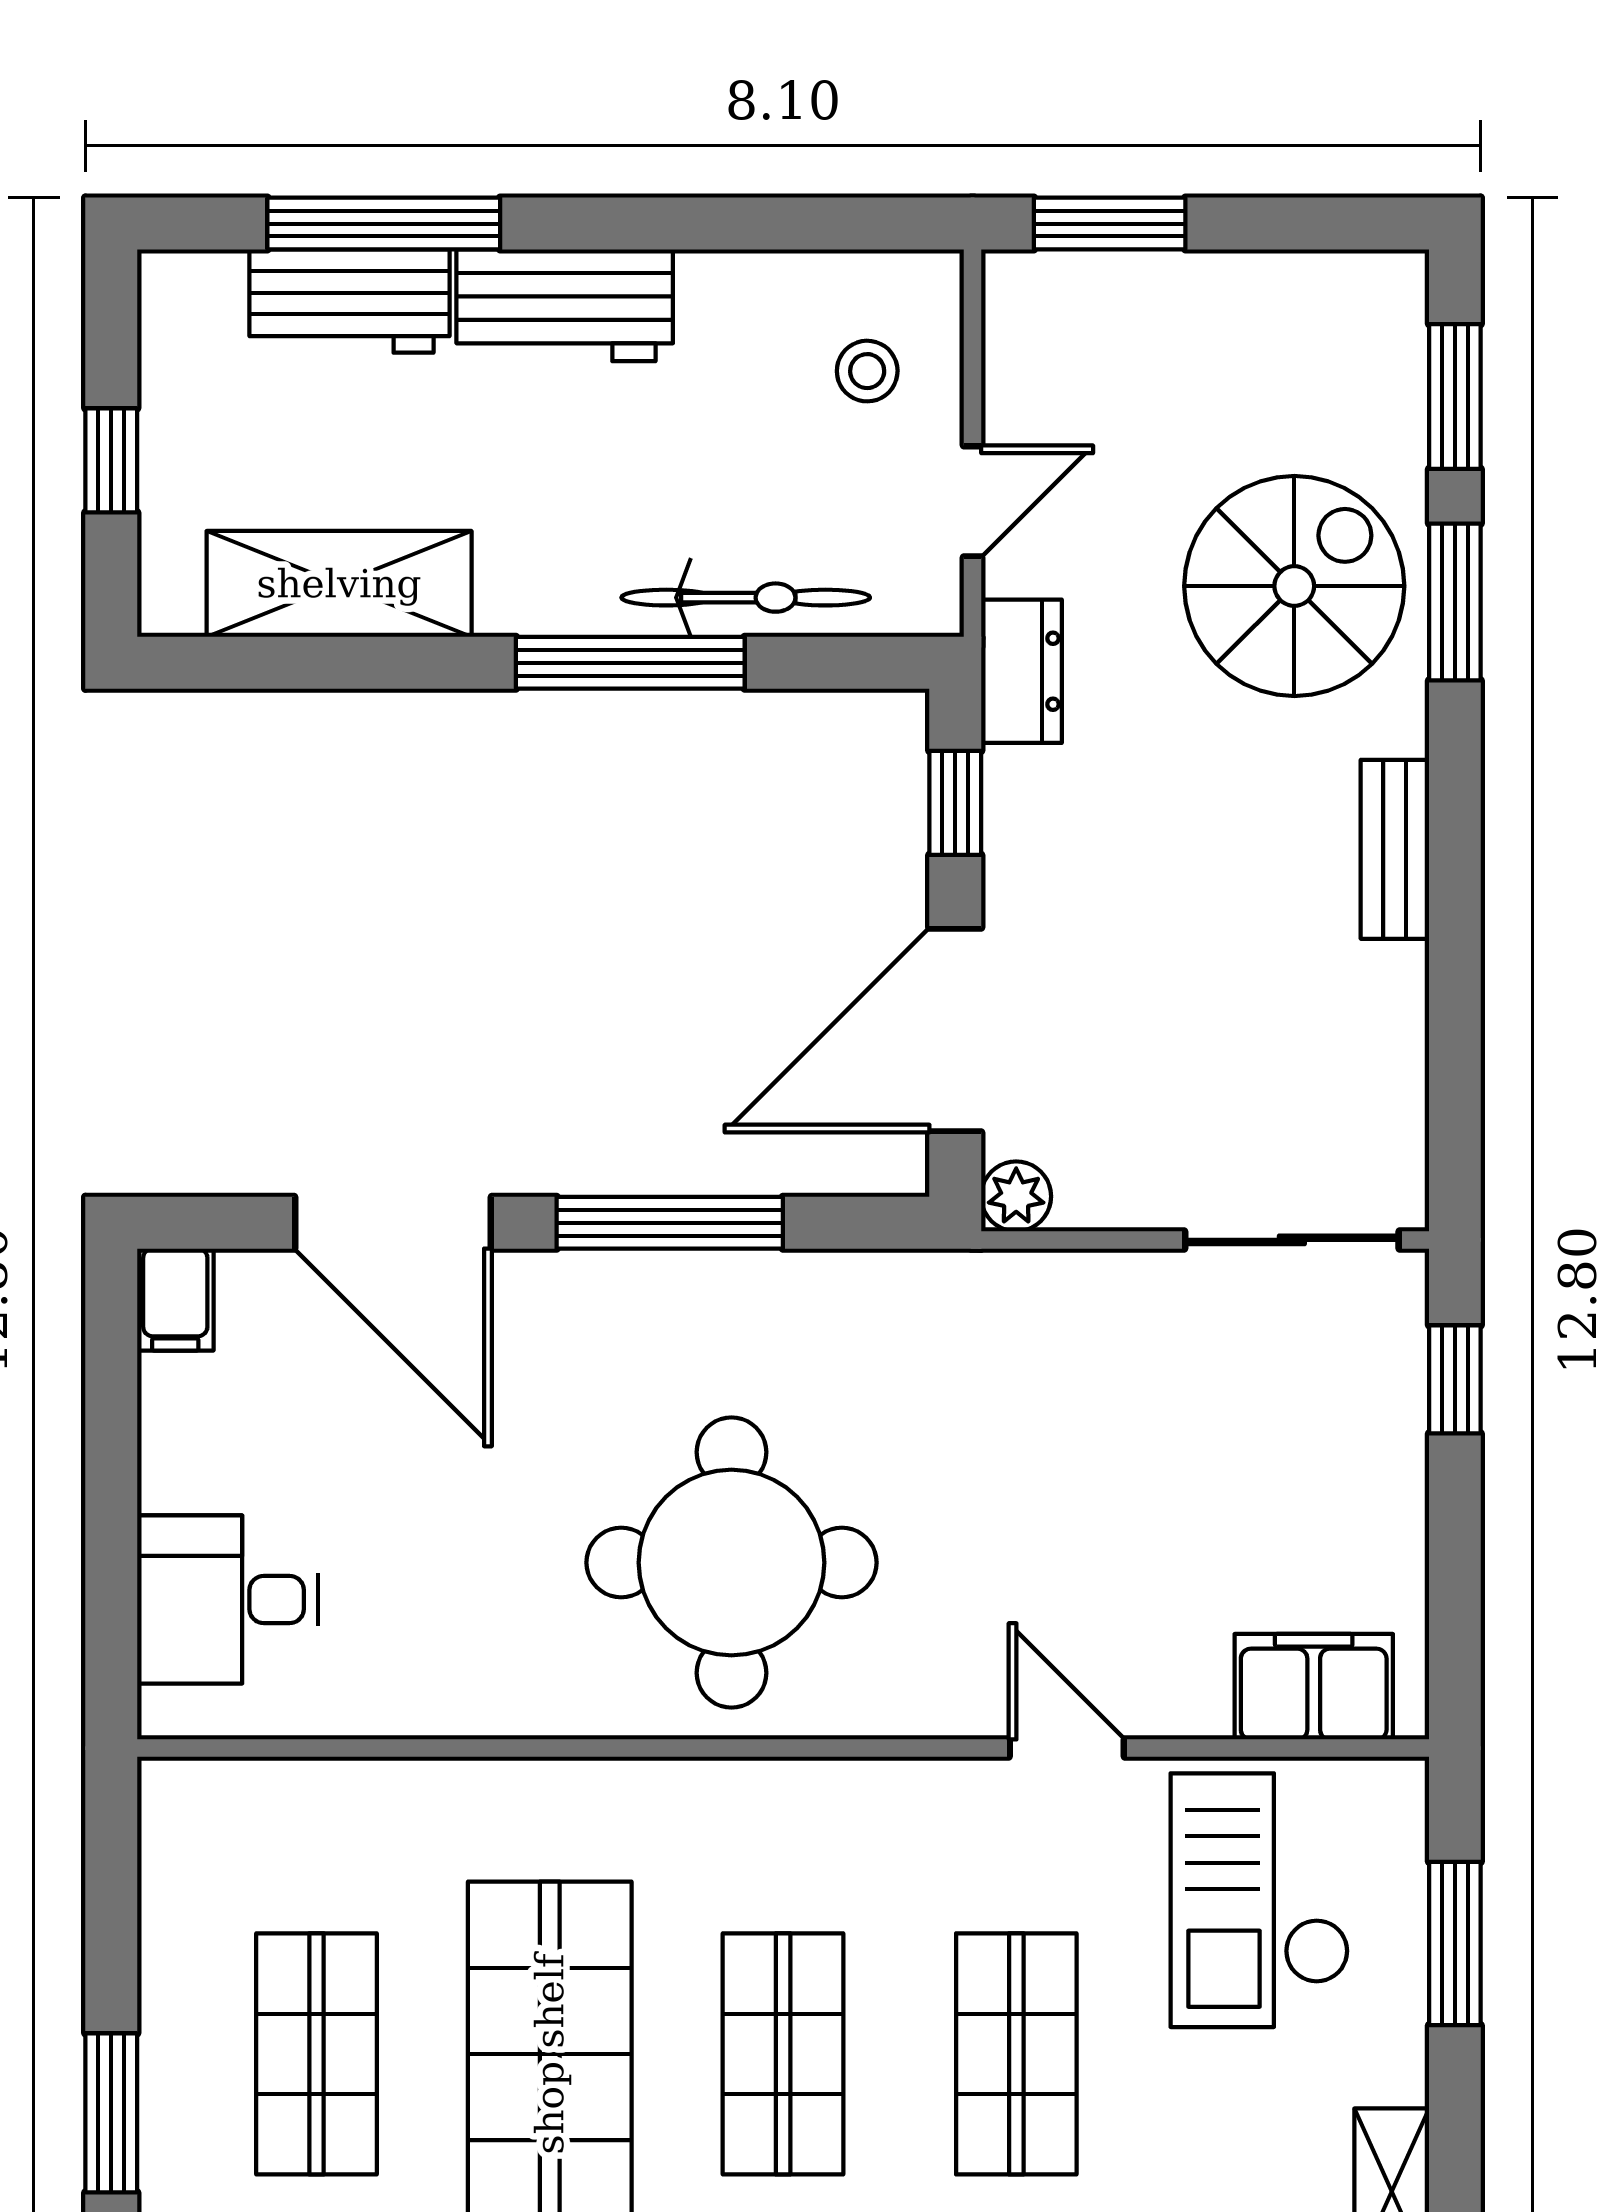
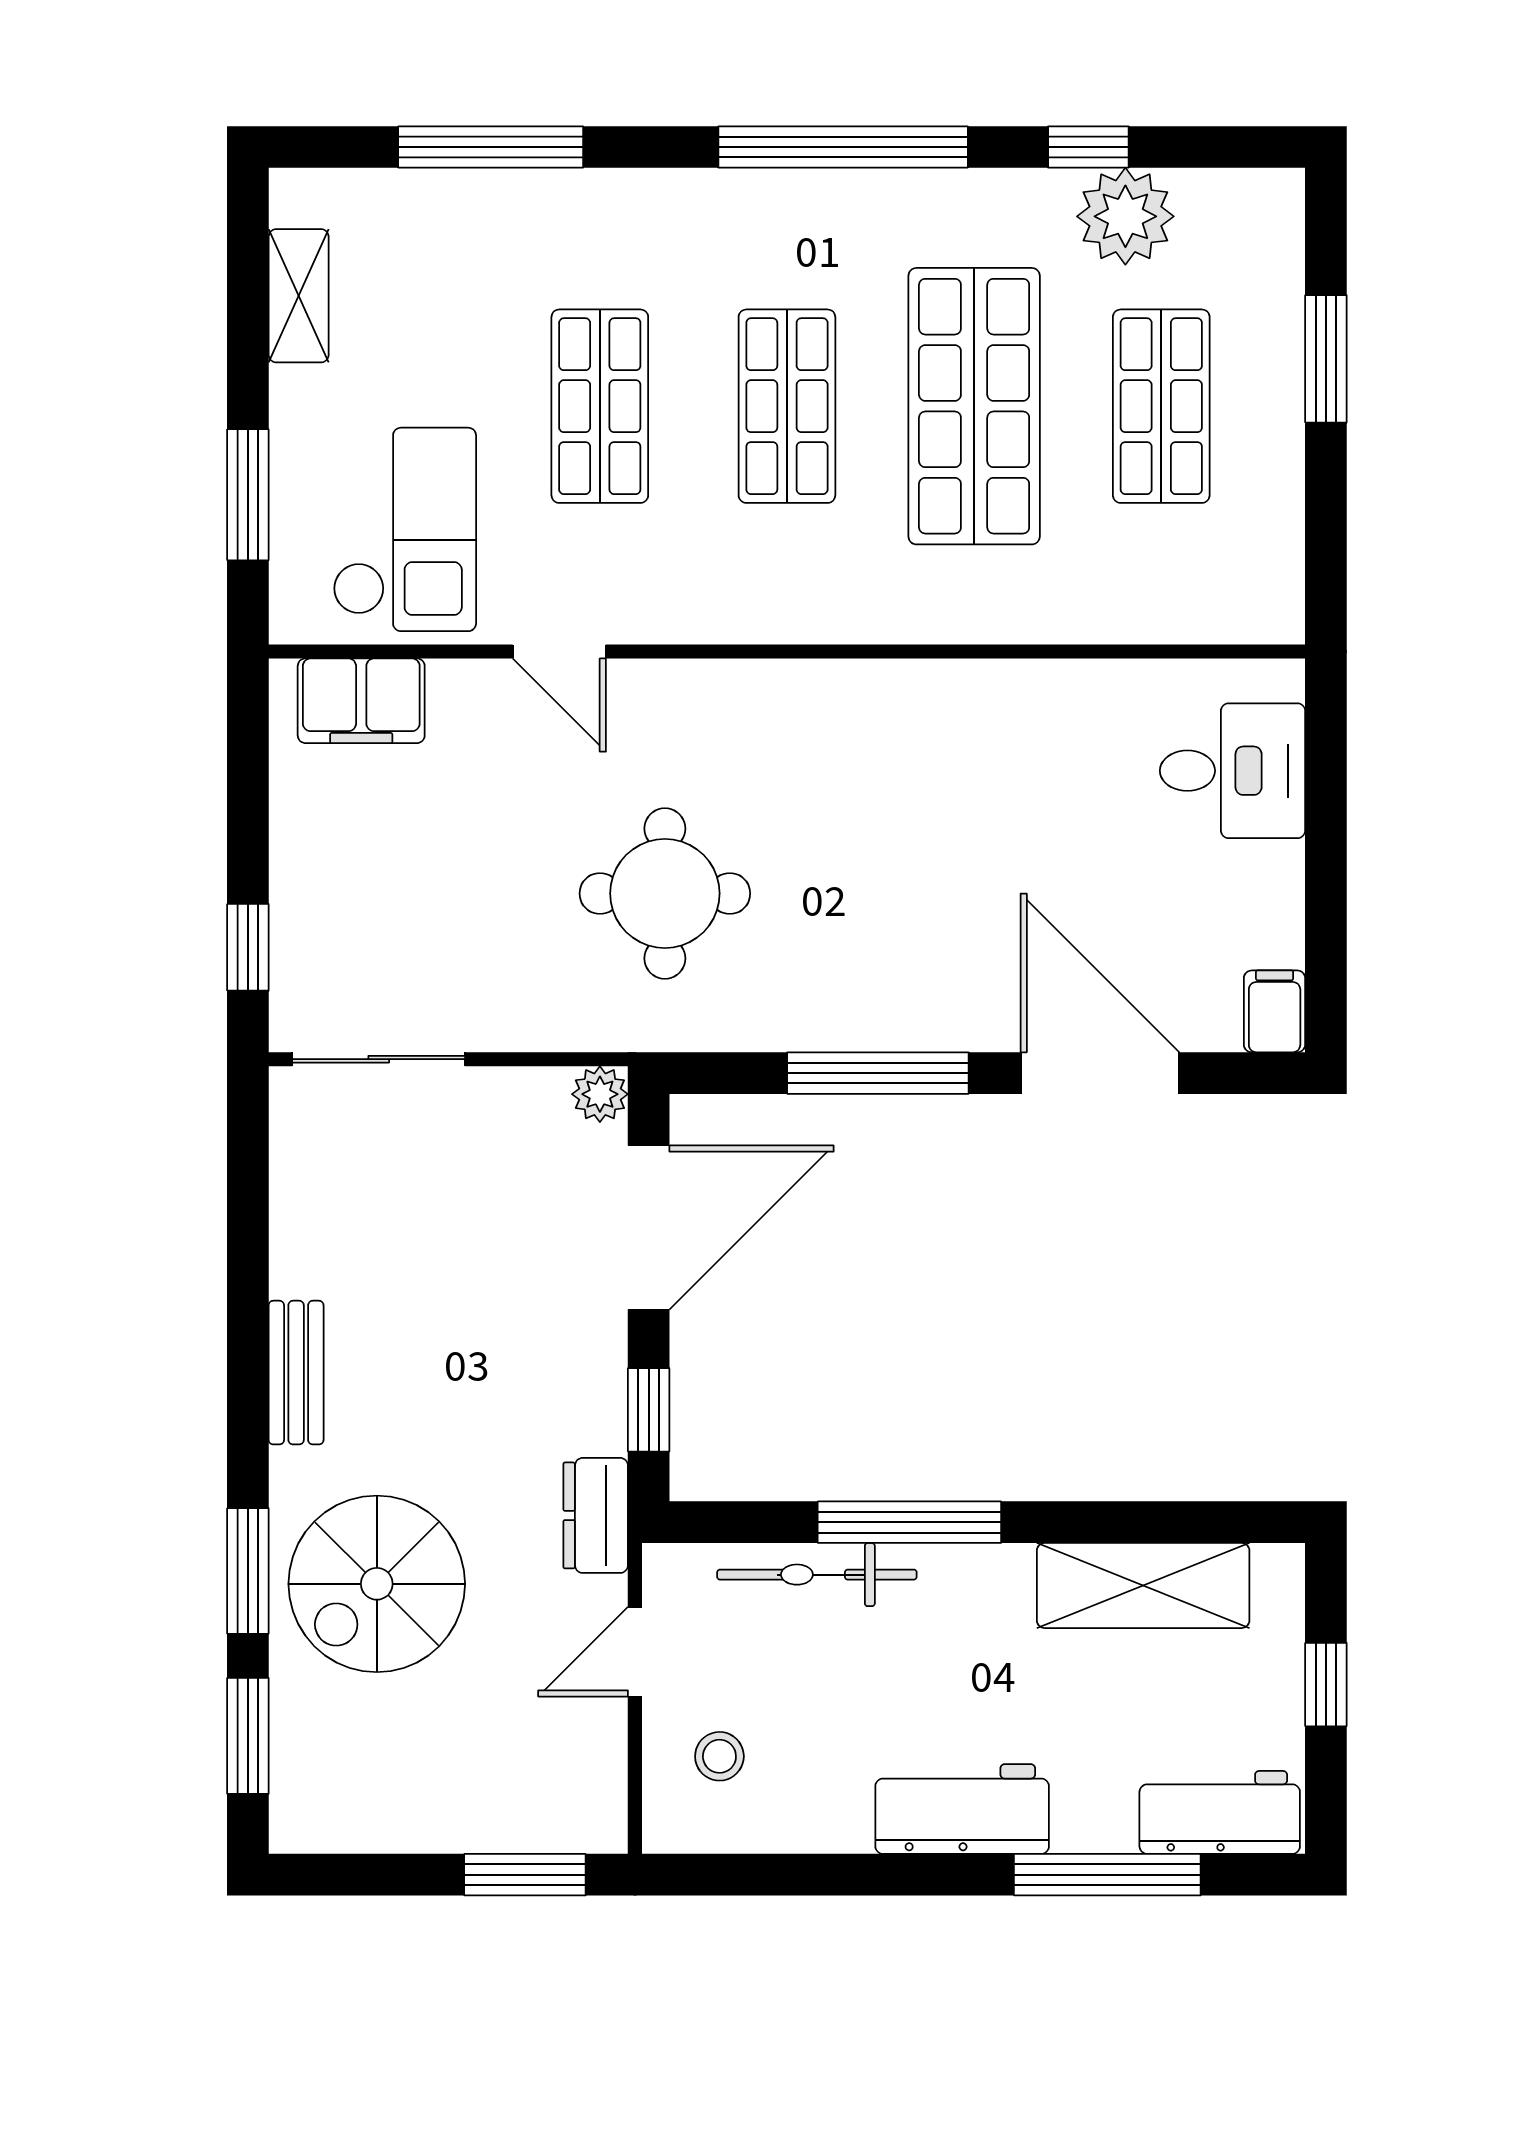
workbench: (350, 301) -> (1220, 1812), moved
round table: (731, 1563) -> (665, 893), moved, width x0.73, depth x0.73

